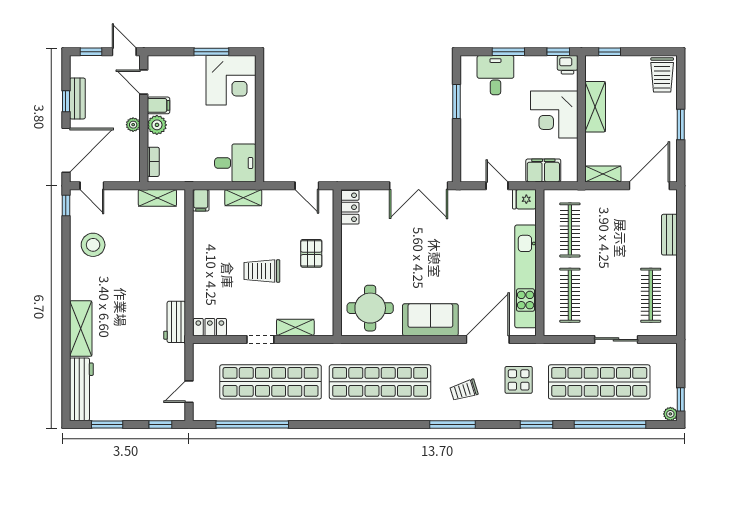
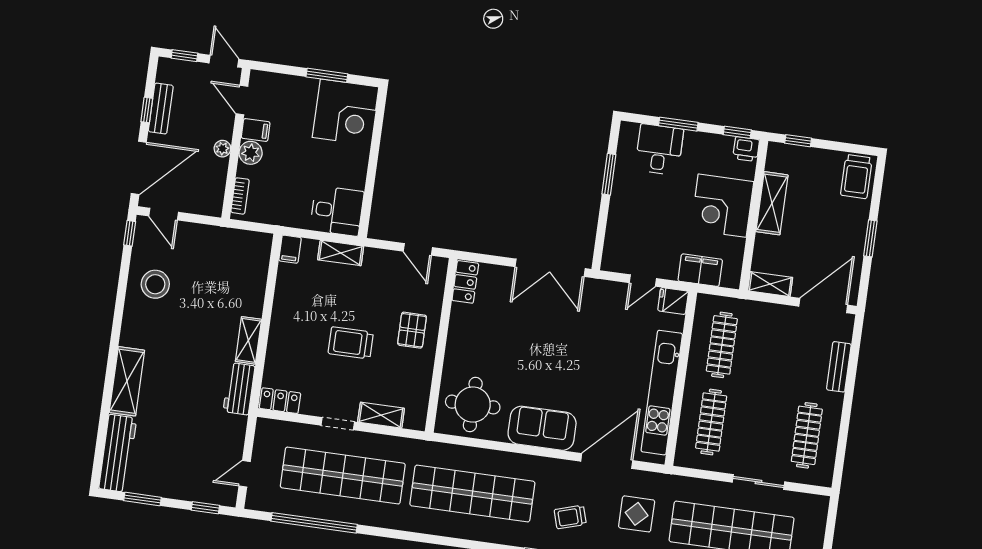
door: (497, 186) -> (643, 281), swing flipped
shelving: (157, 198) -> (248, 340), moved, turned 90

